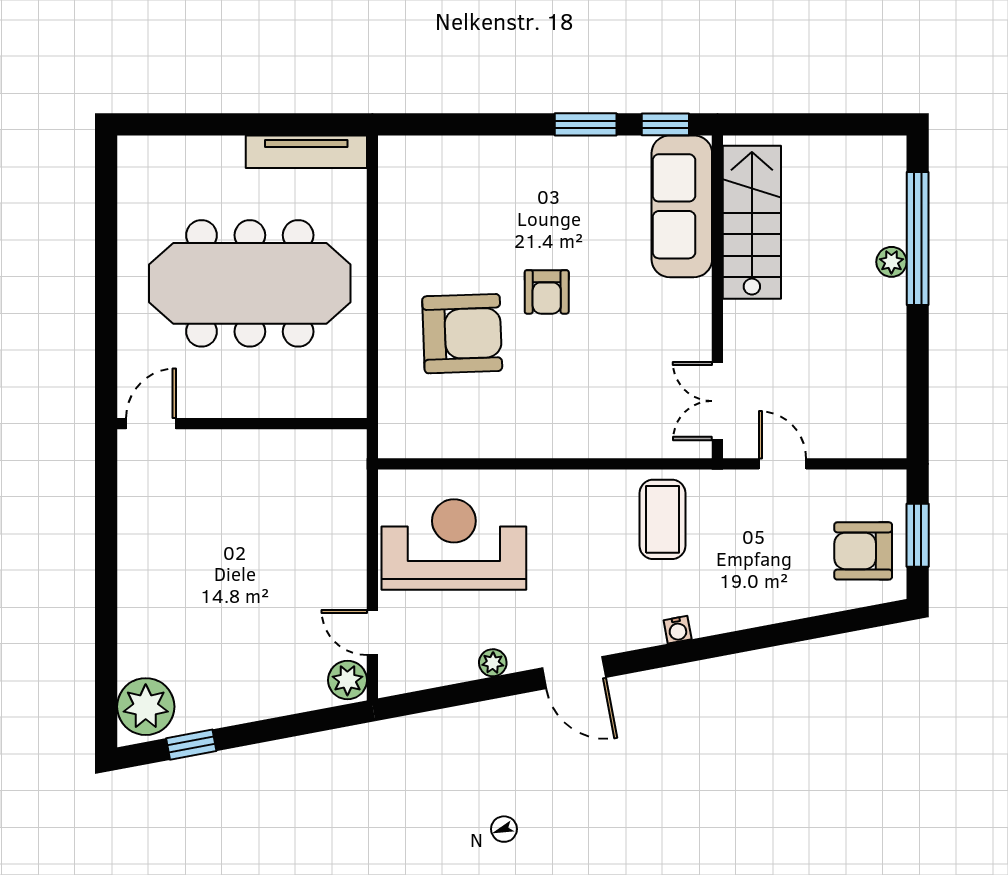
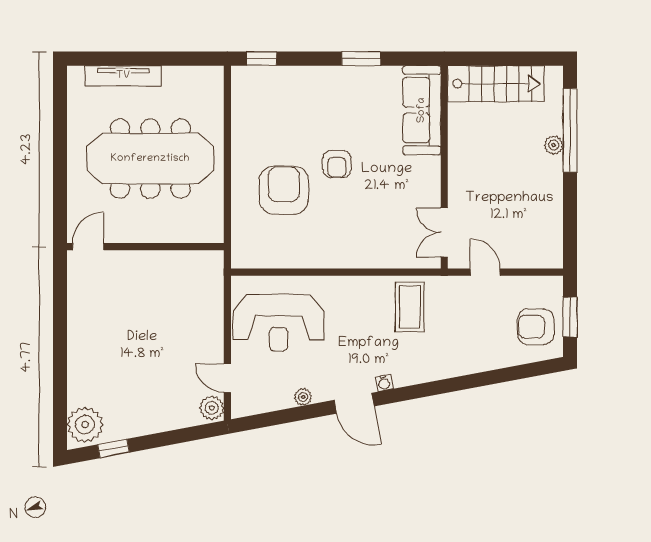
window: (665, 124) -> (262, 59), moved
tv unit: (306, 152) -> (123, 76), moved
stairs: (752, 222) -> (496, 84), moved, turned 90
armchair: (462, 334) -> (284, 190), turned -88
reception desk: (454, 545) -> (279, 323), turned 180
water cooler: (678, 630) -> (384, 383), moved

